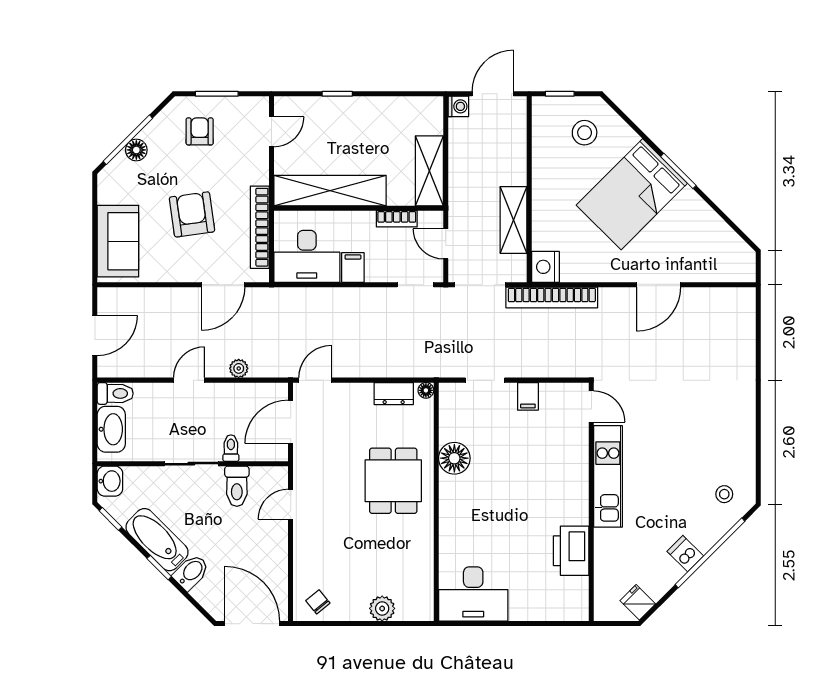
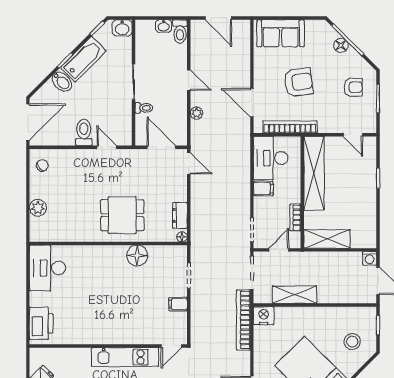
washbasin: (111, 429) -> (164, 26), width x0.52, depth x0.69
toilet: (237, 486) -> (84, 132), moved, turned 90
printer: (571, 551) -> (41, 323), moved, turned 90

